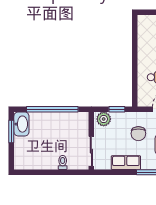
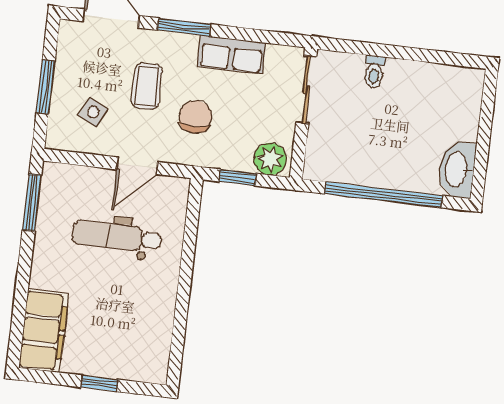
window: (11, 132) -> (482, 155), removed

